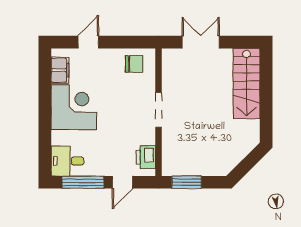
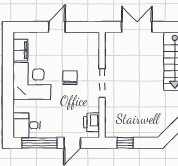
door: (88, 42) -> (57, 27), moved
chair: (134, 64) -> (70, 78), moved, turned -90
window: (187, 182) -> (125, 143), width x0.67

